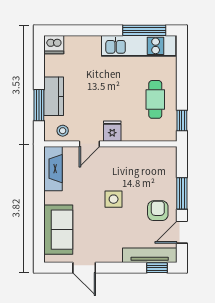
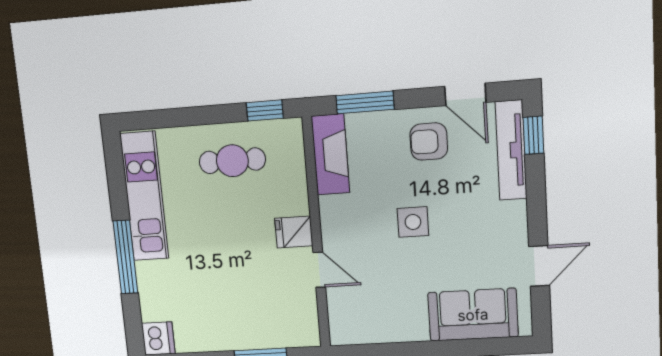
window: (144, 30) -> (125, 257), moved
kitchen counter: (54, 96) -> (244, 334), removed
stool: (63, 131) -> (300, 316), removed
fireplace: (53, 169) -> (330, 155), moved, turned 90
window: (182, 193) -> (365, 102), moved

